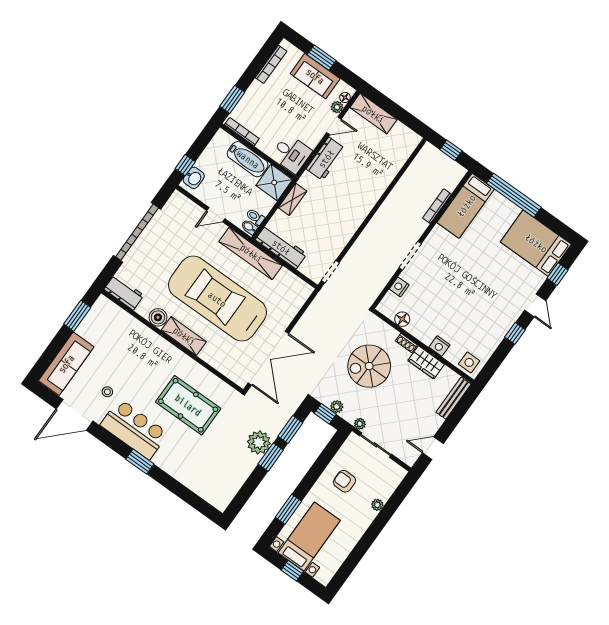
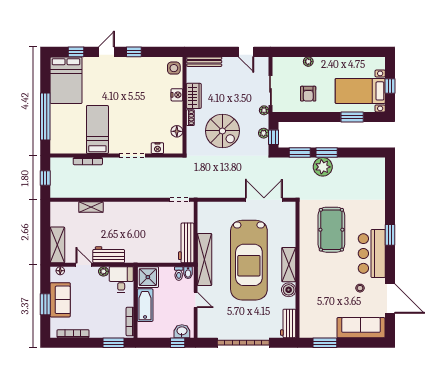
plant: (337, 107) -> (103, 271), moved
shelving: (293, 199) -> (91, 207), moved
bed: (466, 206) -> (97, 130), moved, turned -90
double door: (268, 358) -> (264, 200), width x0.73

